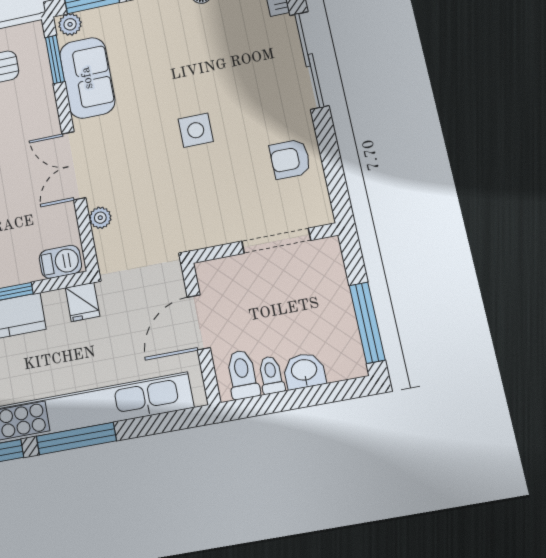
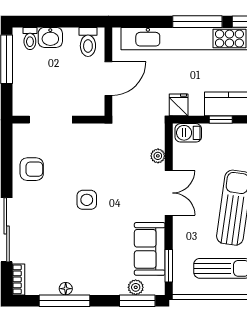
plant: (70, 24) -> (136, 287), moved
toilet: (271, 375) -> (30, 39), moved

